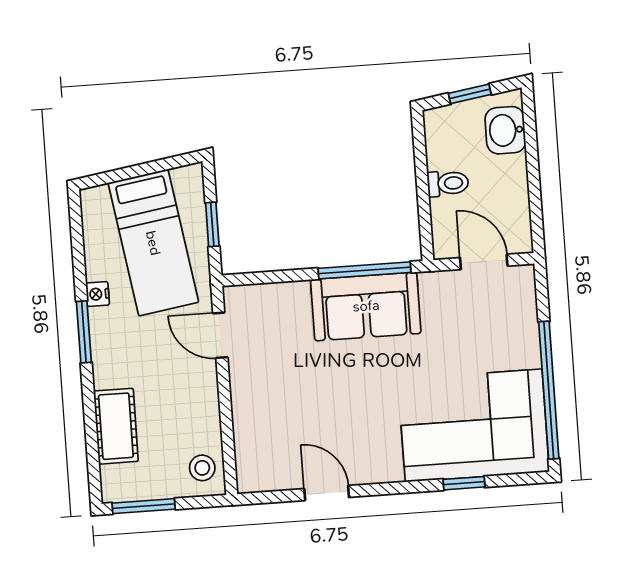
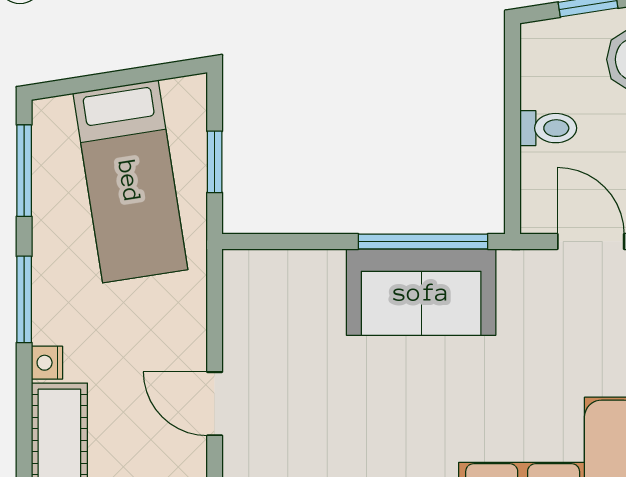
window: (77, 240) -> (24, 171), added
nightstand: (98, 294) -> (47, 363), moved
door: (220, 335) -> (215, 404), moved

